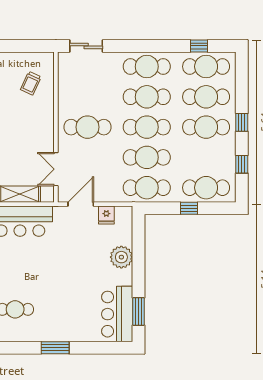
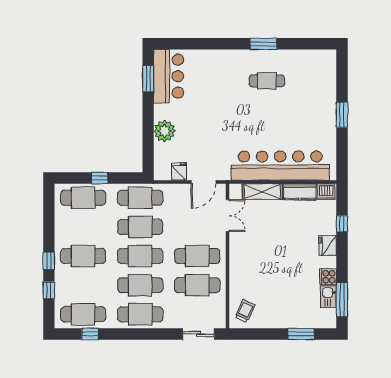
trolley: (31, 83) -> (245, 311), moved
cafe table: (206, 97) -> (197, 285), moved
window: (242, 164) -> (49, 290), moved
window: (55, 348) -> (263, 44), moved

